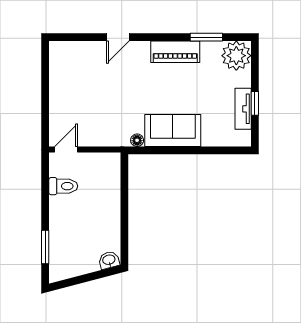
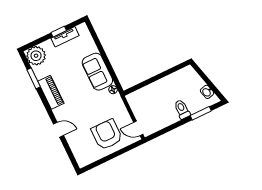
armchair: (79, 102) -> (107, 135), added
toilet: (63, 186) -> (182, 109), moved
washbasin: (109, 260) -> (207, 92), moved

